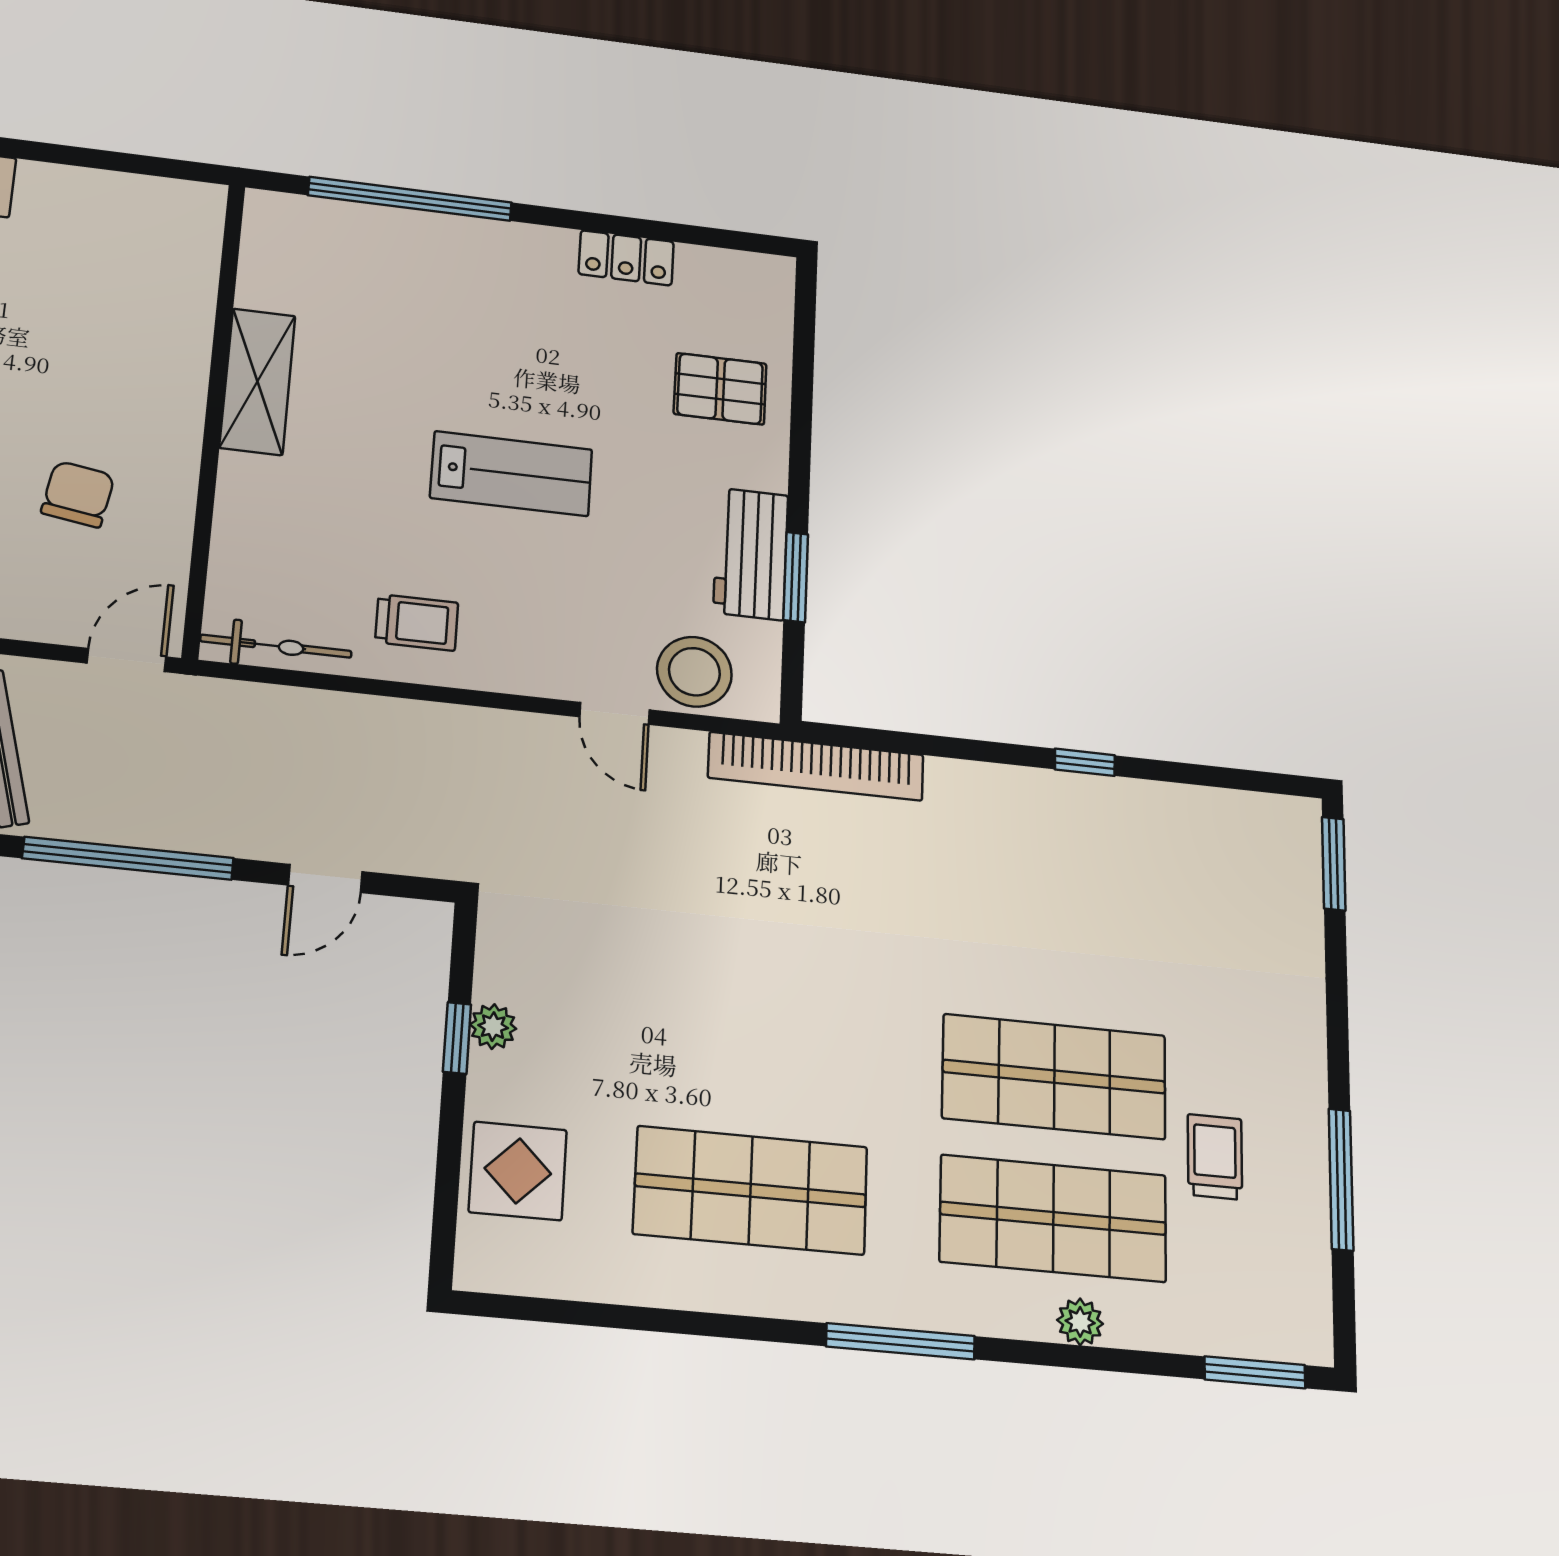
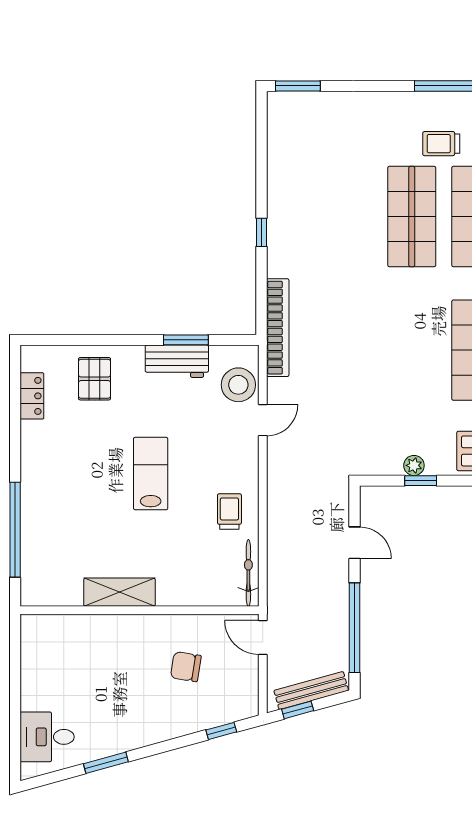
locker: (626, 258) -> (32, 396), moved
window: (1085, 762) -> (261, 232), moved

